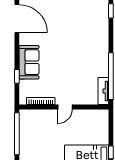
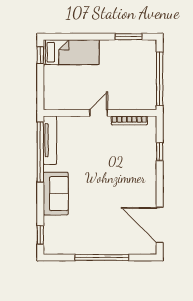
sofa: (29, 62) -> (56, 194), moved, turned 180
tv unit: (103, 91) -> (50, 140), width x1.41

